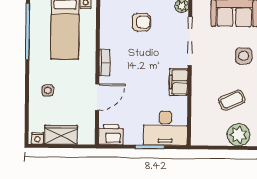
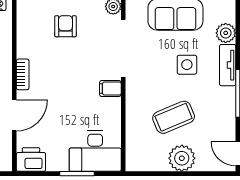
armchair: (141, 22) -> (65, 26), turned -90
filing cabinet: (179, 82) -> (110, 89), width x0.50
coffee table: (232, 100) -> (174, 117), width x1.36, depth x1.30

